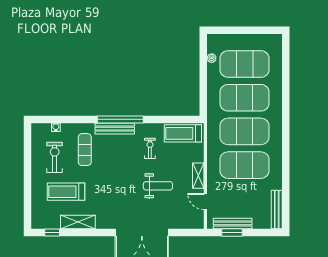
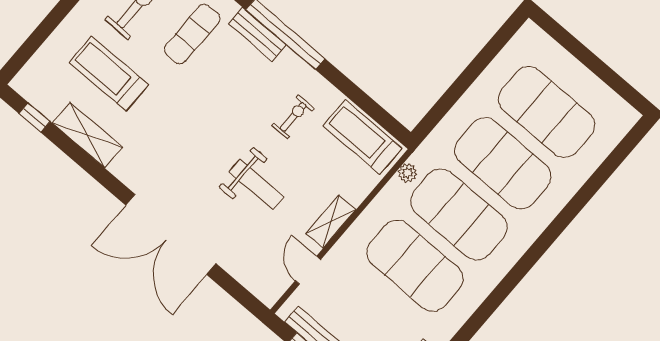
plant: (212, 58) -> (408, 173), moved
bench: (115, 129) -> (257, 34), width x0.73

